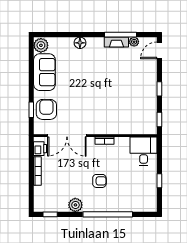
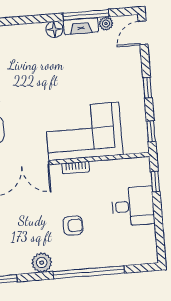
floor lamp: (80, 43) -> (54, 29), moved
corner sofa: (112, 116) -> (84, 131), added
desk: (144, 151) -> (133, 206), moved, turned 90
window: (159, 181) -> (155, 181), moved

